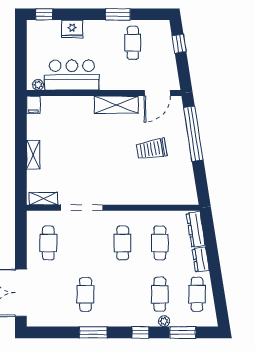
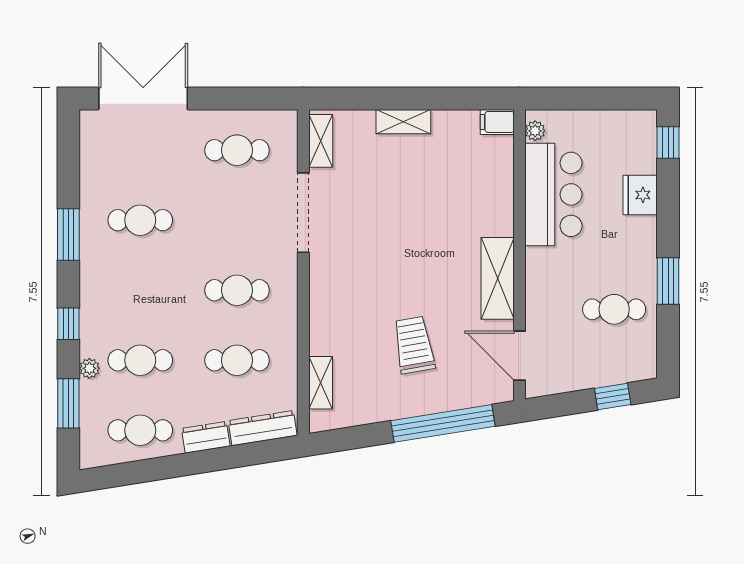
shelving: (172, 199) -> (321, 383), added

